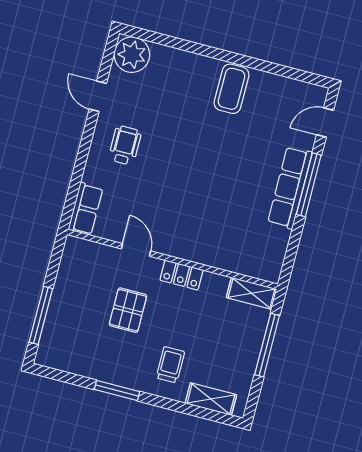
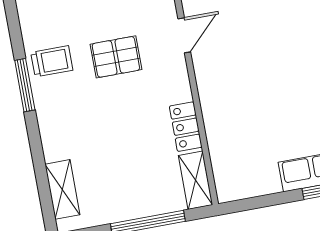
locker: (181, 275) -> (186, 127), moved
trolley: (170, 365) -> (52, 61), moved

